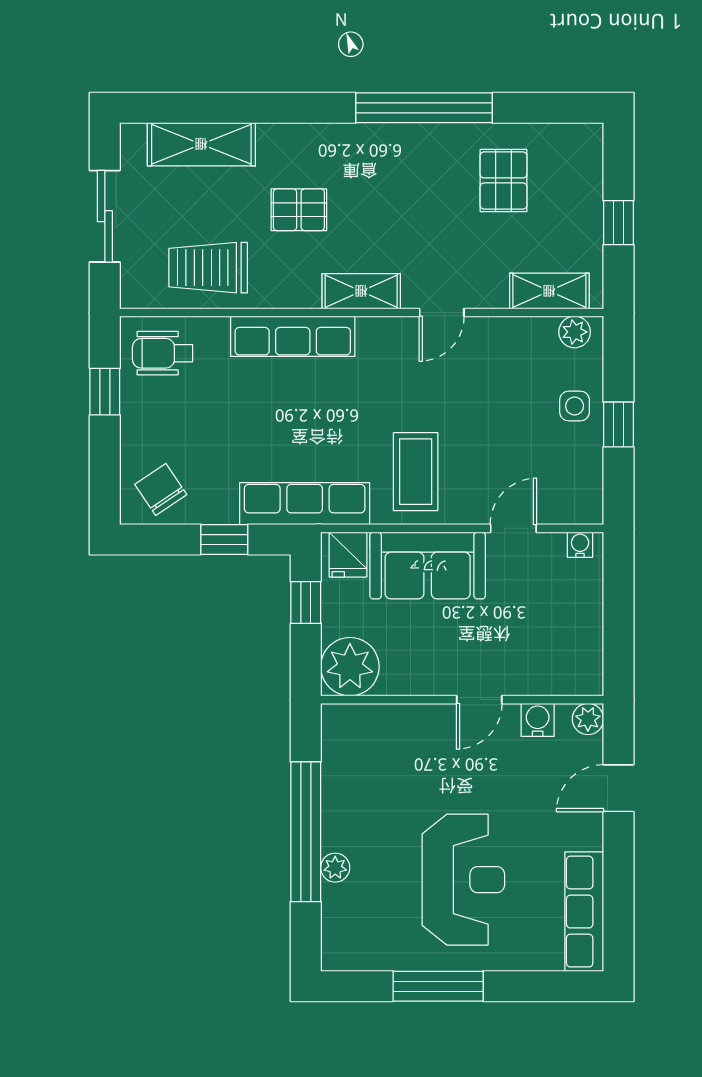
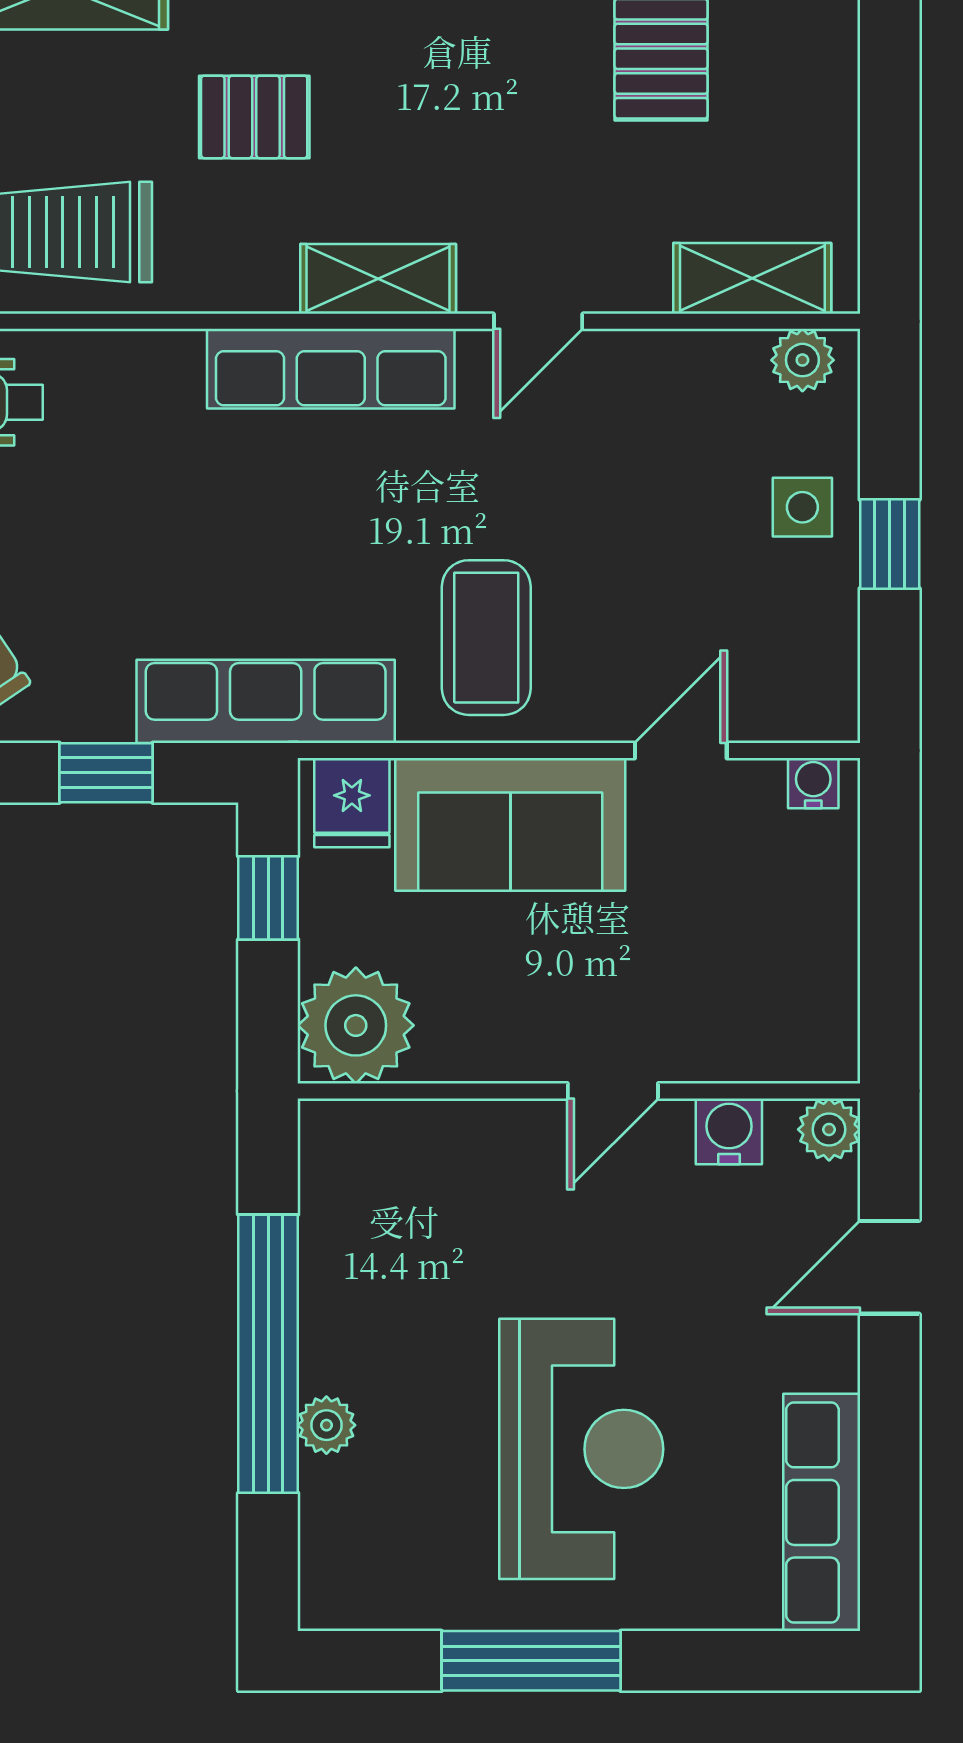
window: (618, 223) -> (890, 143), removed
row of seats: (293, 336) -> (331, 369), moved

